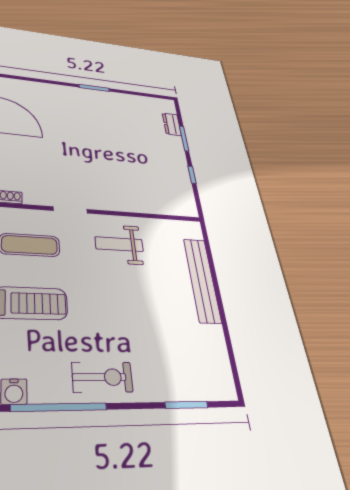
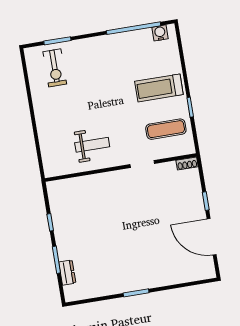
weight bench: (119, 244) -> (92, 145), moved
bench: (202, 280) -> (45, 129), removed
exercise bike: (102, 377) -> (55, 68), moved, turned -90

